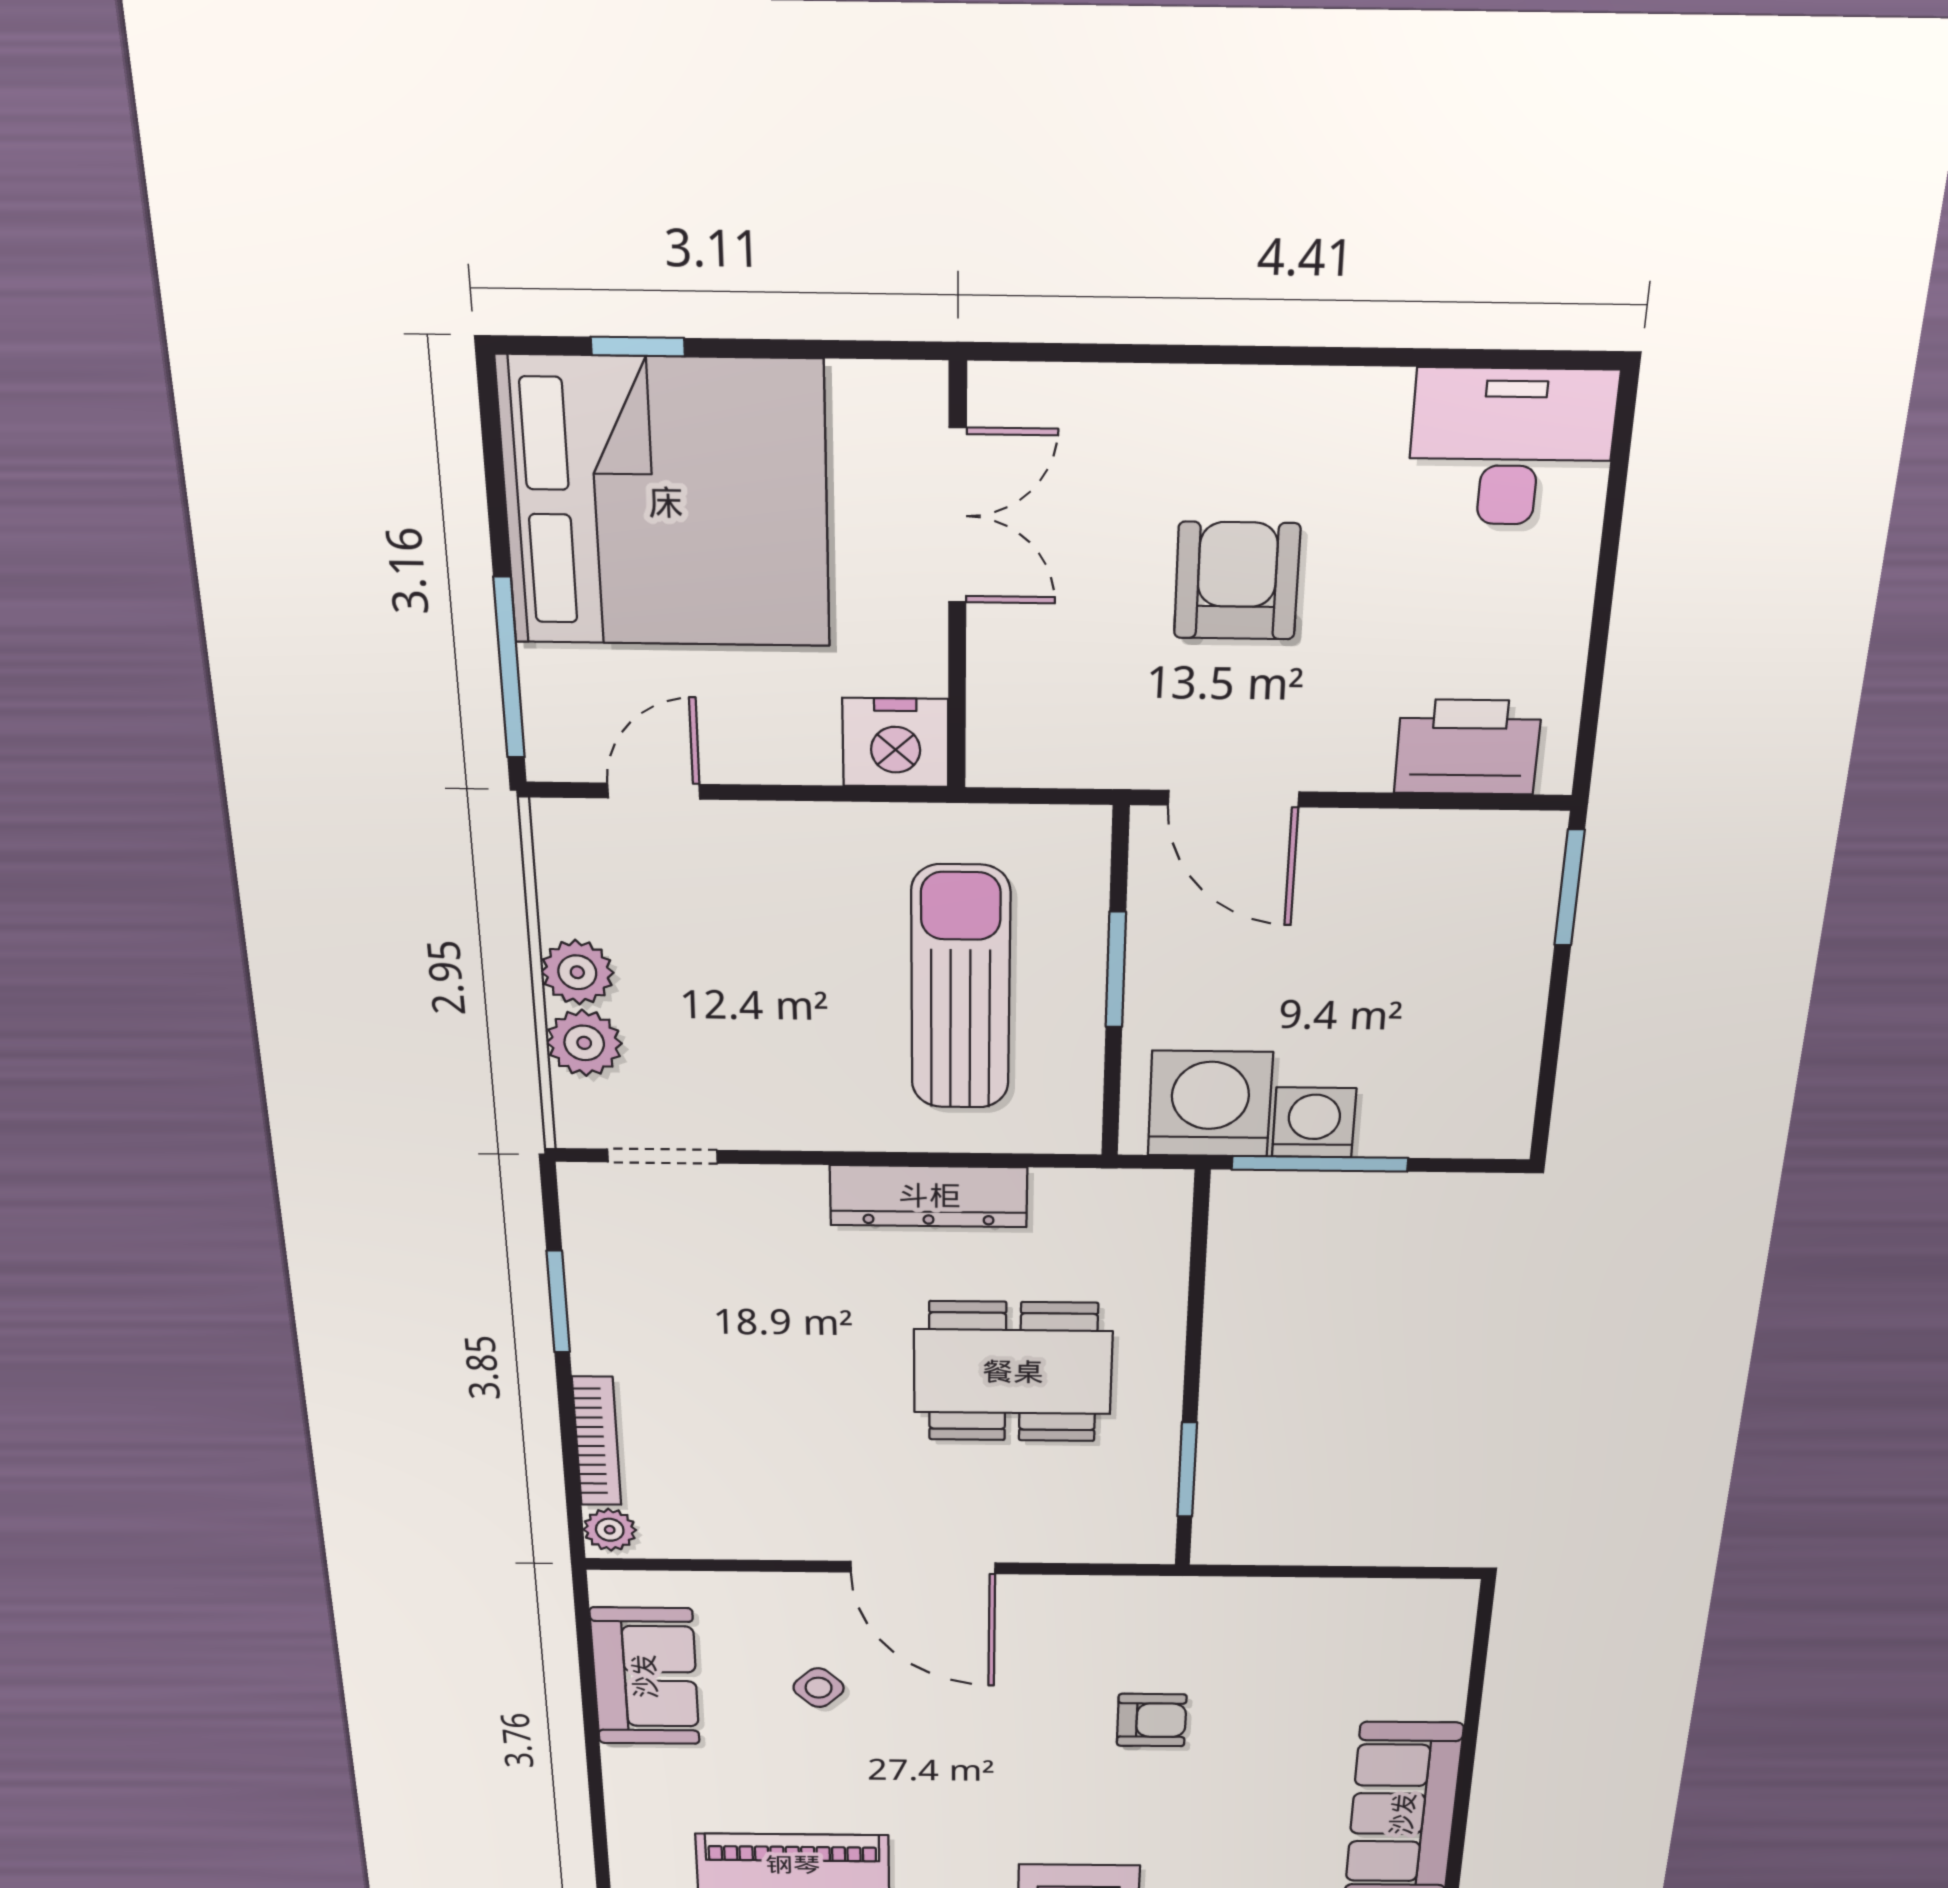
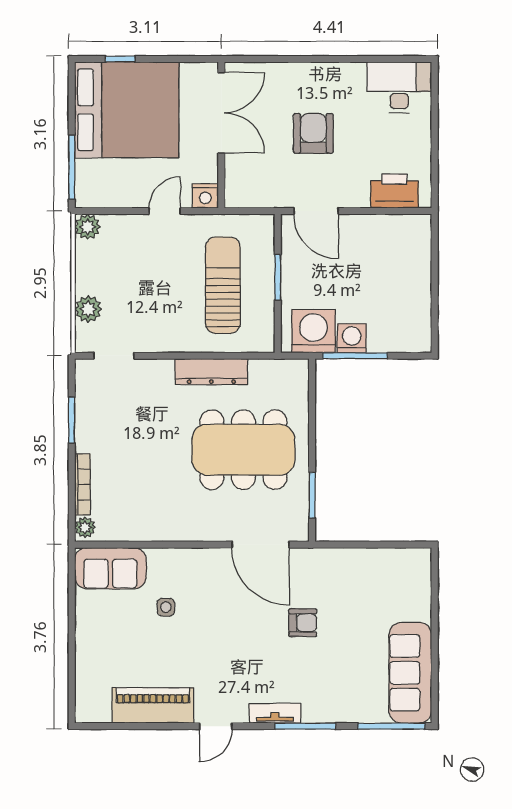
double door: (957, 516) -> (221, 113), width x1.37
nightstand: (895, 743) -> (205, 196), width x0.74, depth x0.75
door: (654, 791) -> (165, 211), moved
window: (1569, 888) -> (435, 243), removed
plant: (577, 972) -> (87, 227), moved
dining table: (1013, 1372) -> (243, 450), width x1.36, depth x1.24
door: (923, 1567) -> (261, 545), moved
sofa: (645, 1676) -> (110, 568), moved, turned 90
side table: (819, 1688) -> (166, 607), turned 45

